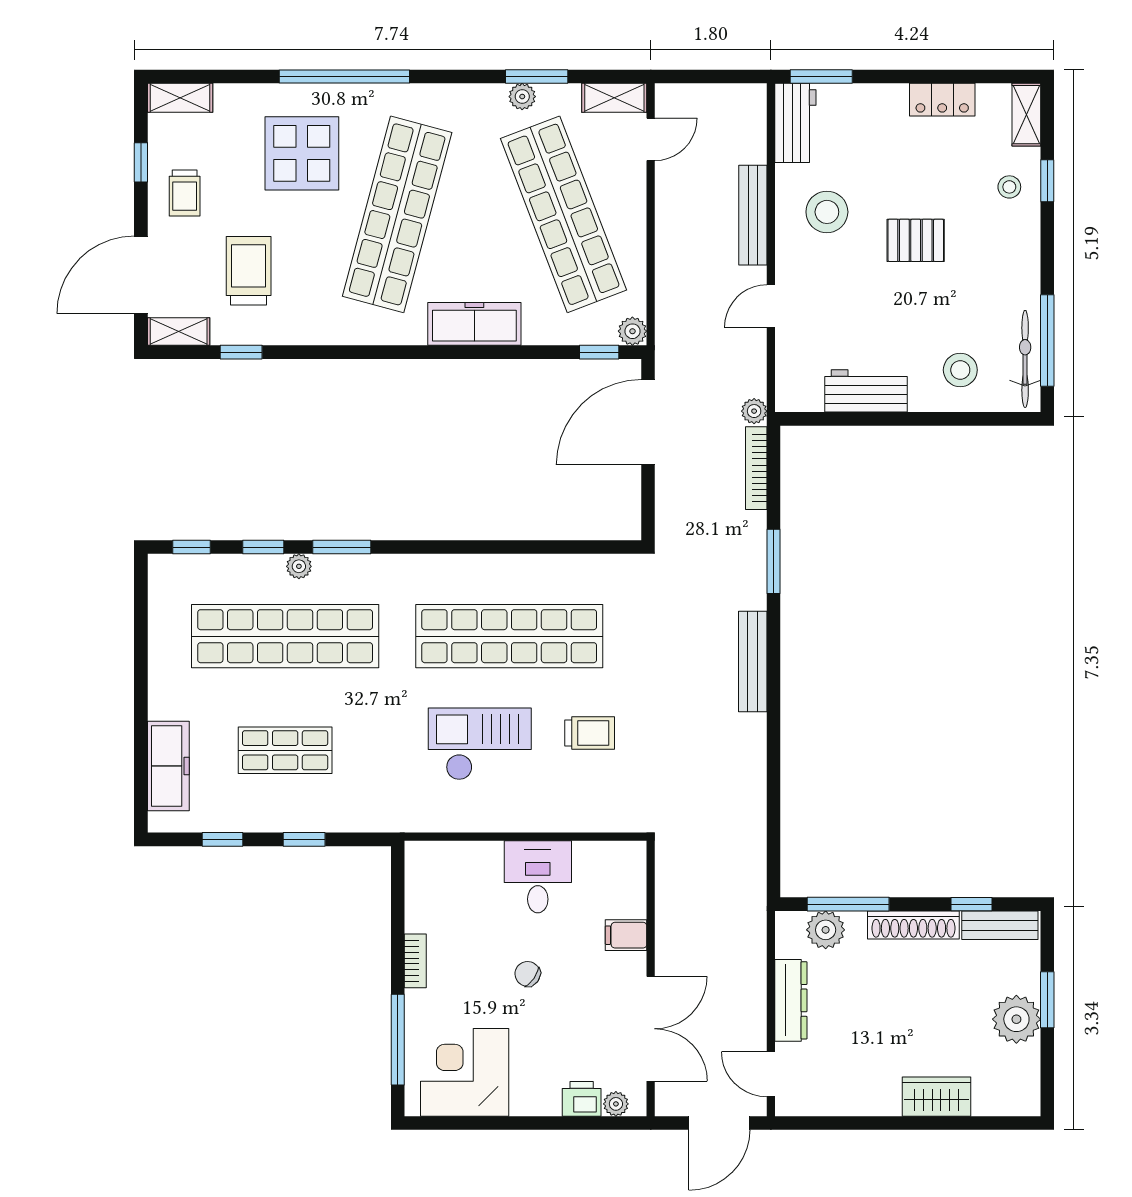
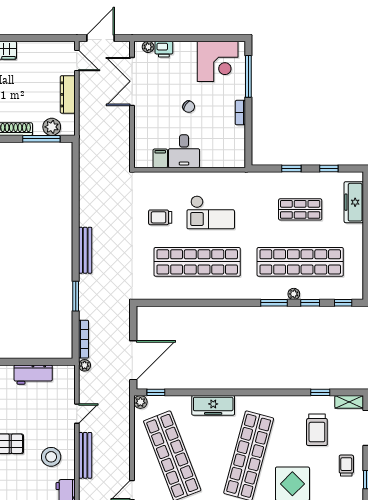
filing cabinet: (626, 935) -> (160, 158), moved, turned -90

